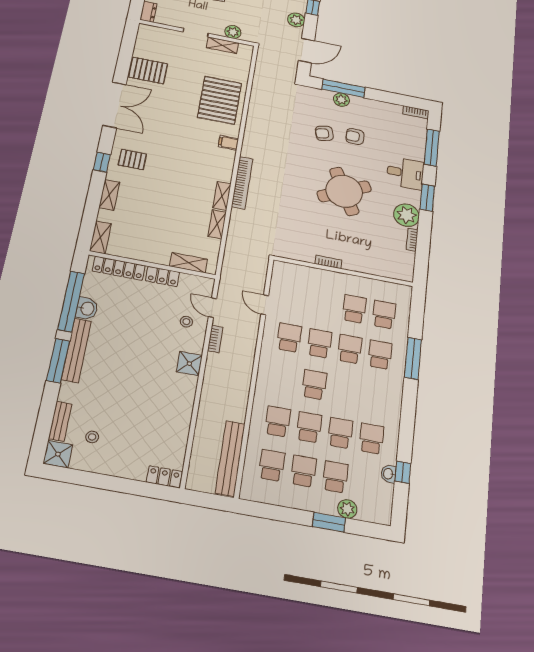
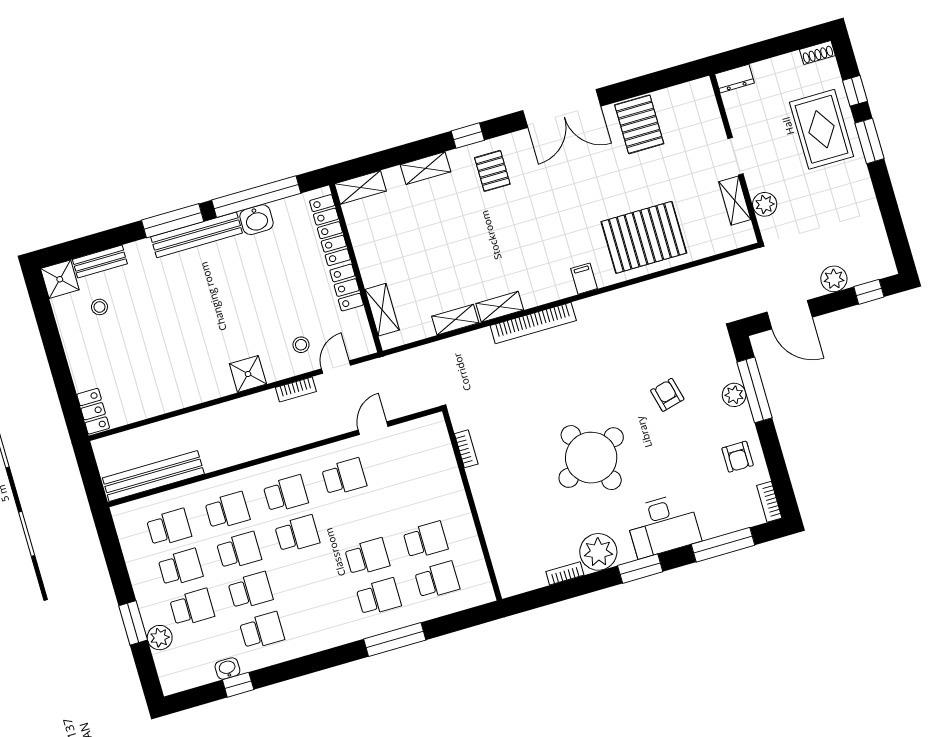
armchair: (355, 136) -> (738, 457), moved, turned 180
desk: (405, 173) -> (663, 525), width x1.37
bookcase: (328, 262) -> (466, 449), moved
school desk: (319, 343) -> (286, 494), moved

